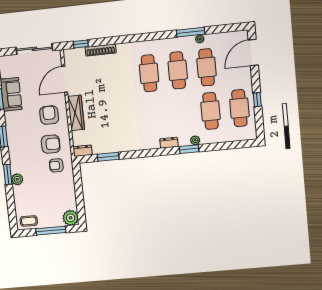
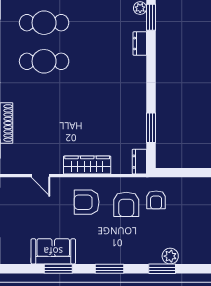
door: (65, 79) -> (41, 176), width x0.53
armchair: (51, 144) -> (126, 204), turned 180

